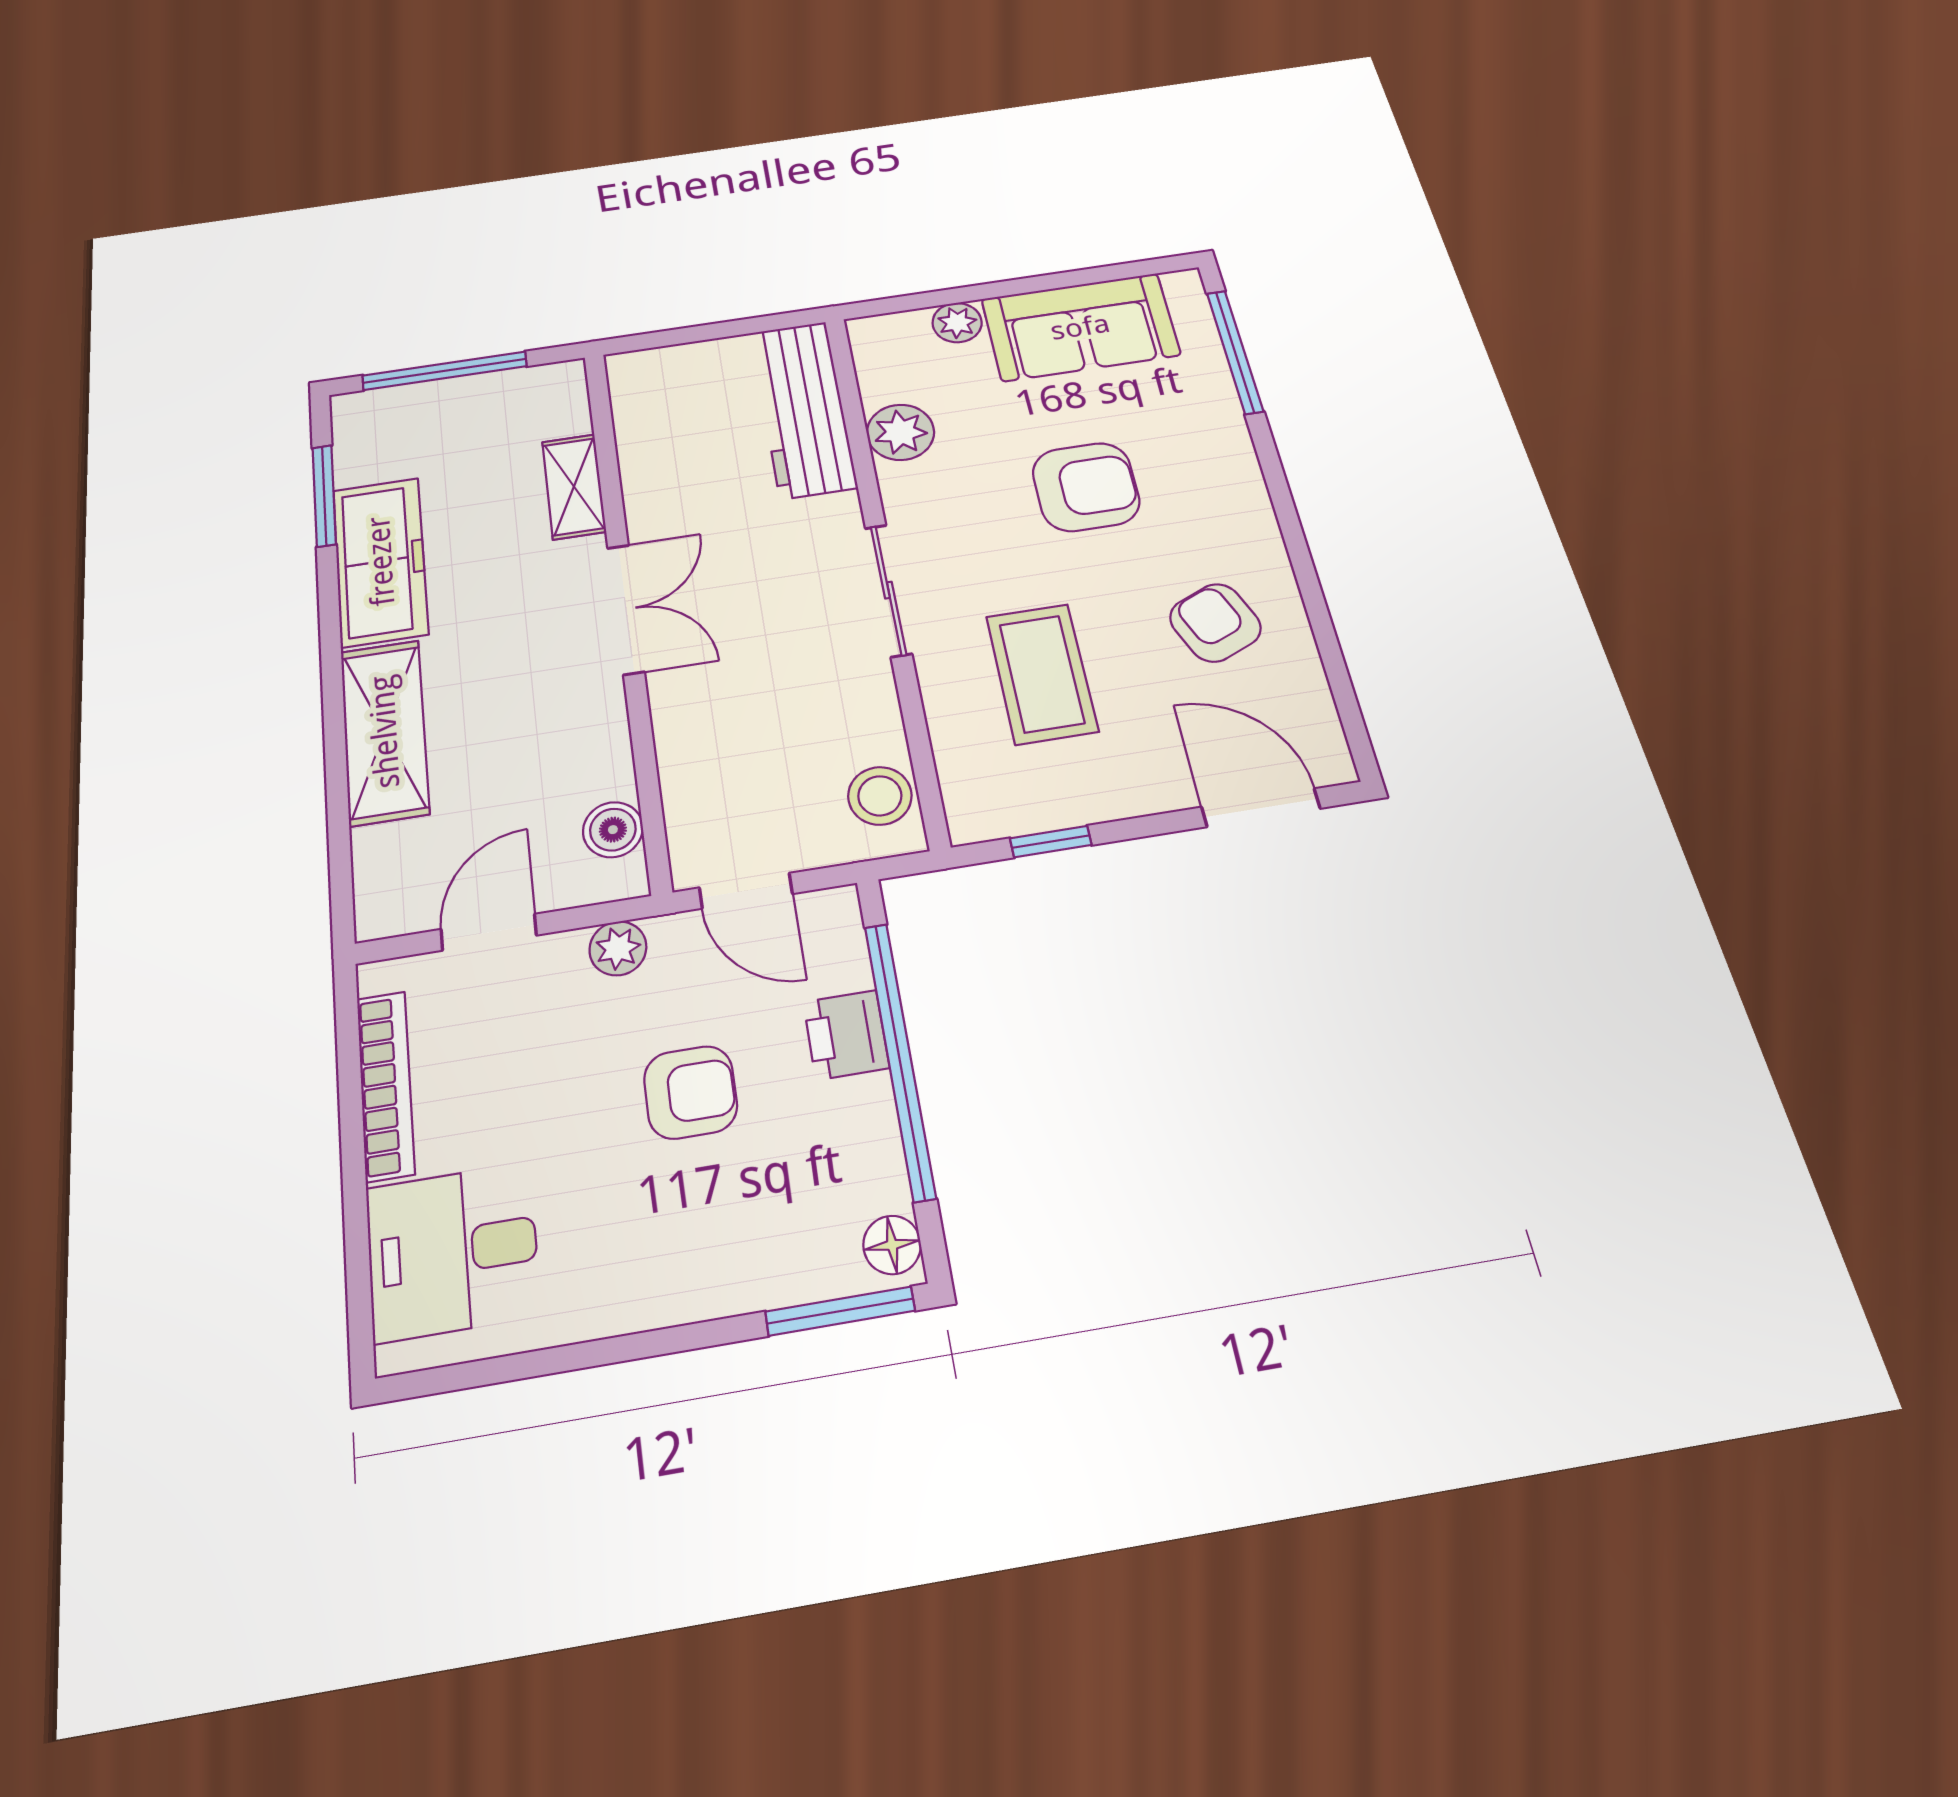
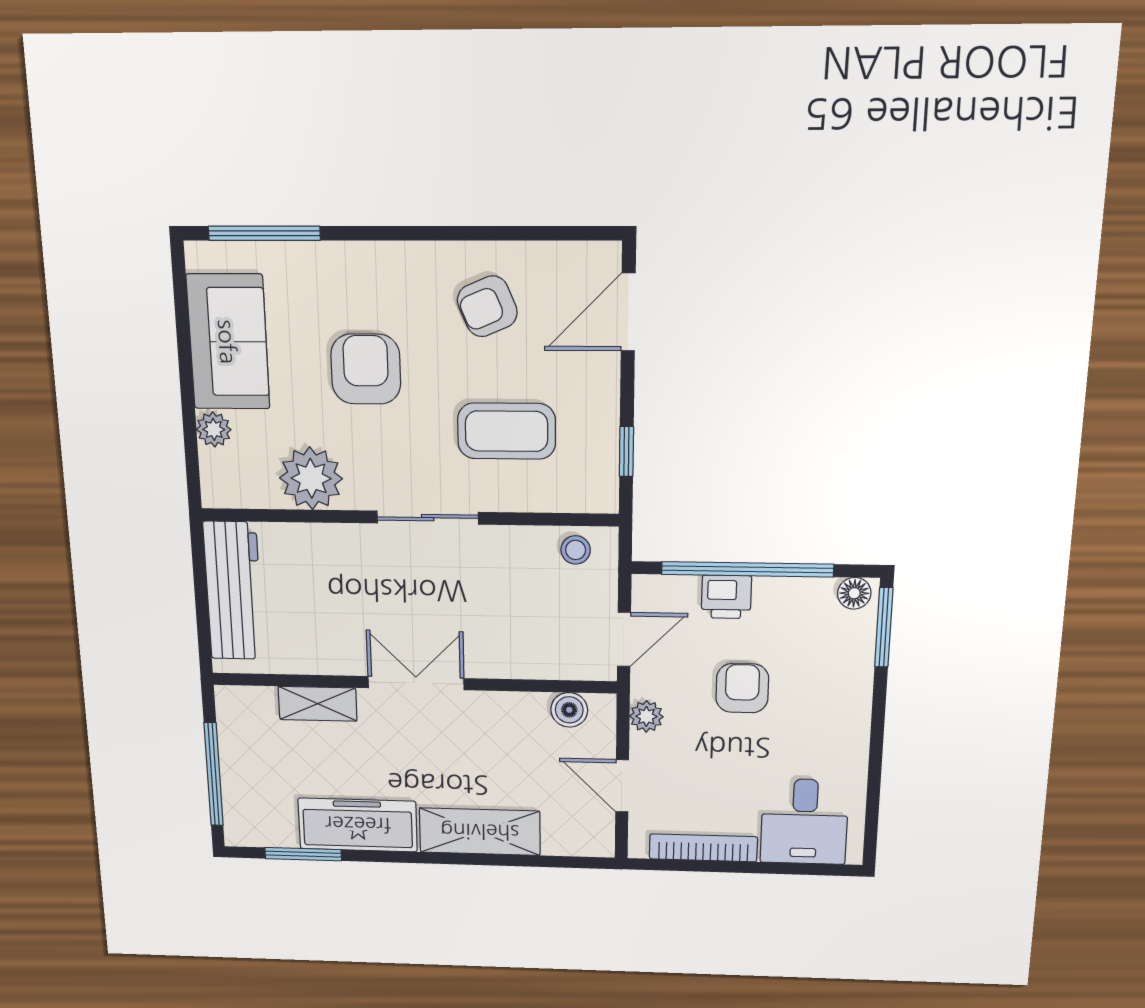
workbench: (803, 409) -> (233, 591), moved, turned -90
plant: (900, 432) -> (311, 478), width x1.36, depth x1.36
stool: (880, 796) -> (576, 550), width x0.73, depth x0.73

